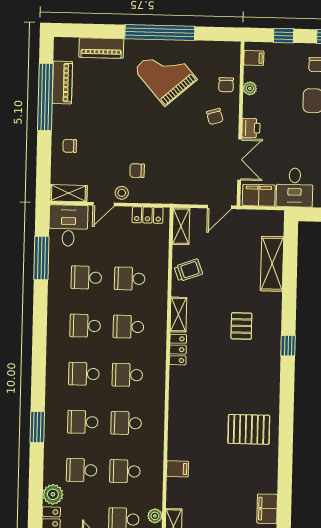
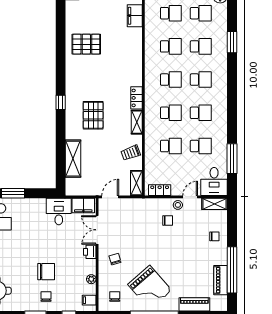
chair: (226, 85) -> (115, 296), moved
pallet: (241, 326) -> (93, 115), width x1.50, depth x1.42
filing cabinet: (178, 469) -> (135, 16), width x2.00

